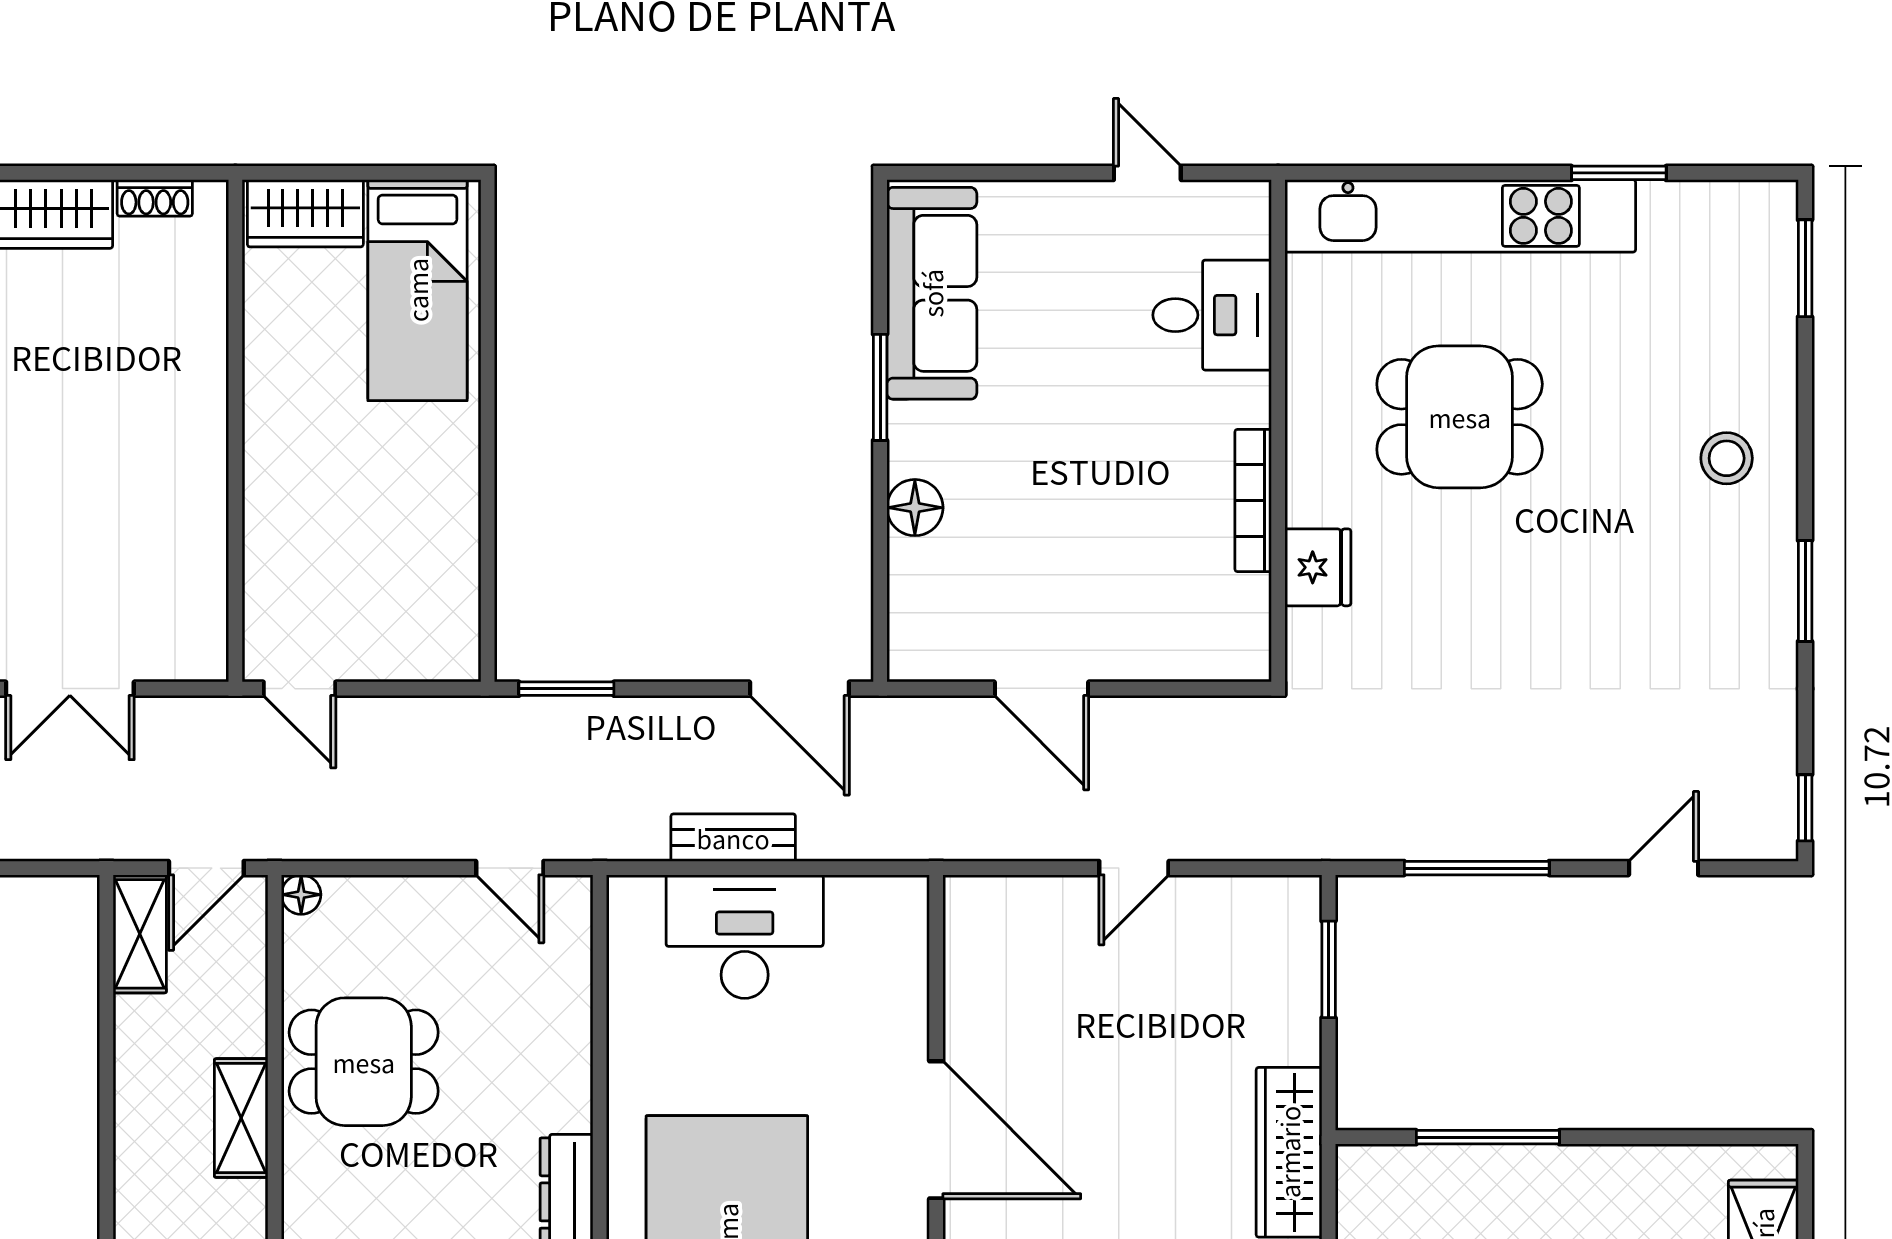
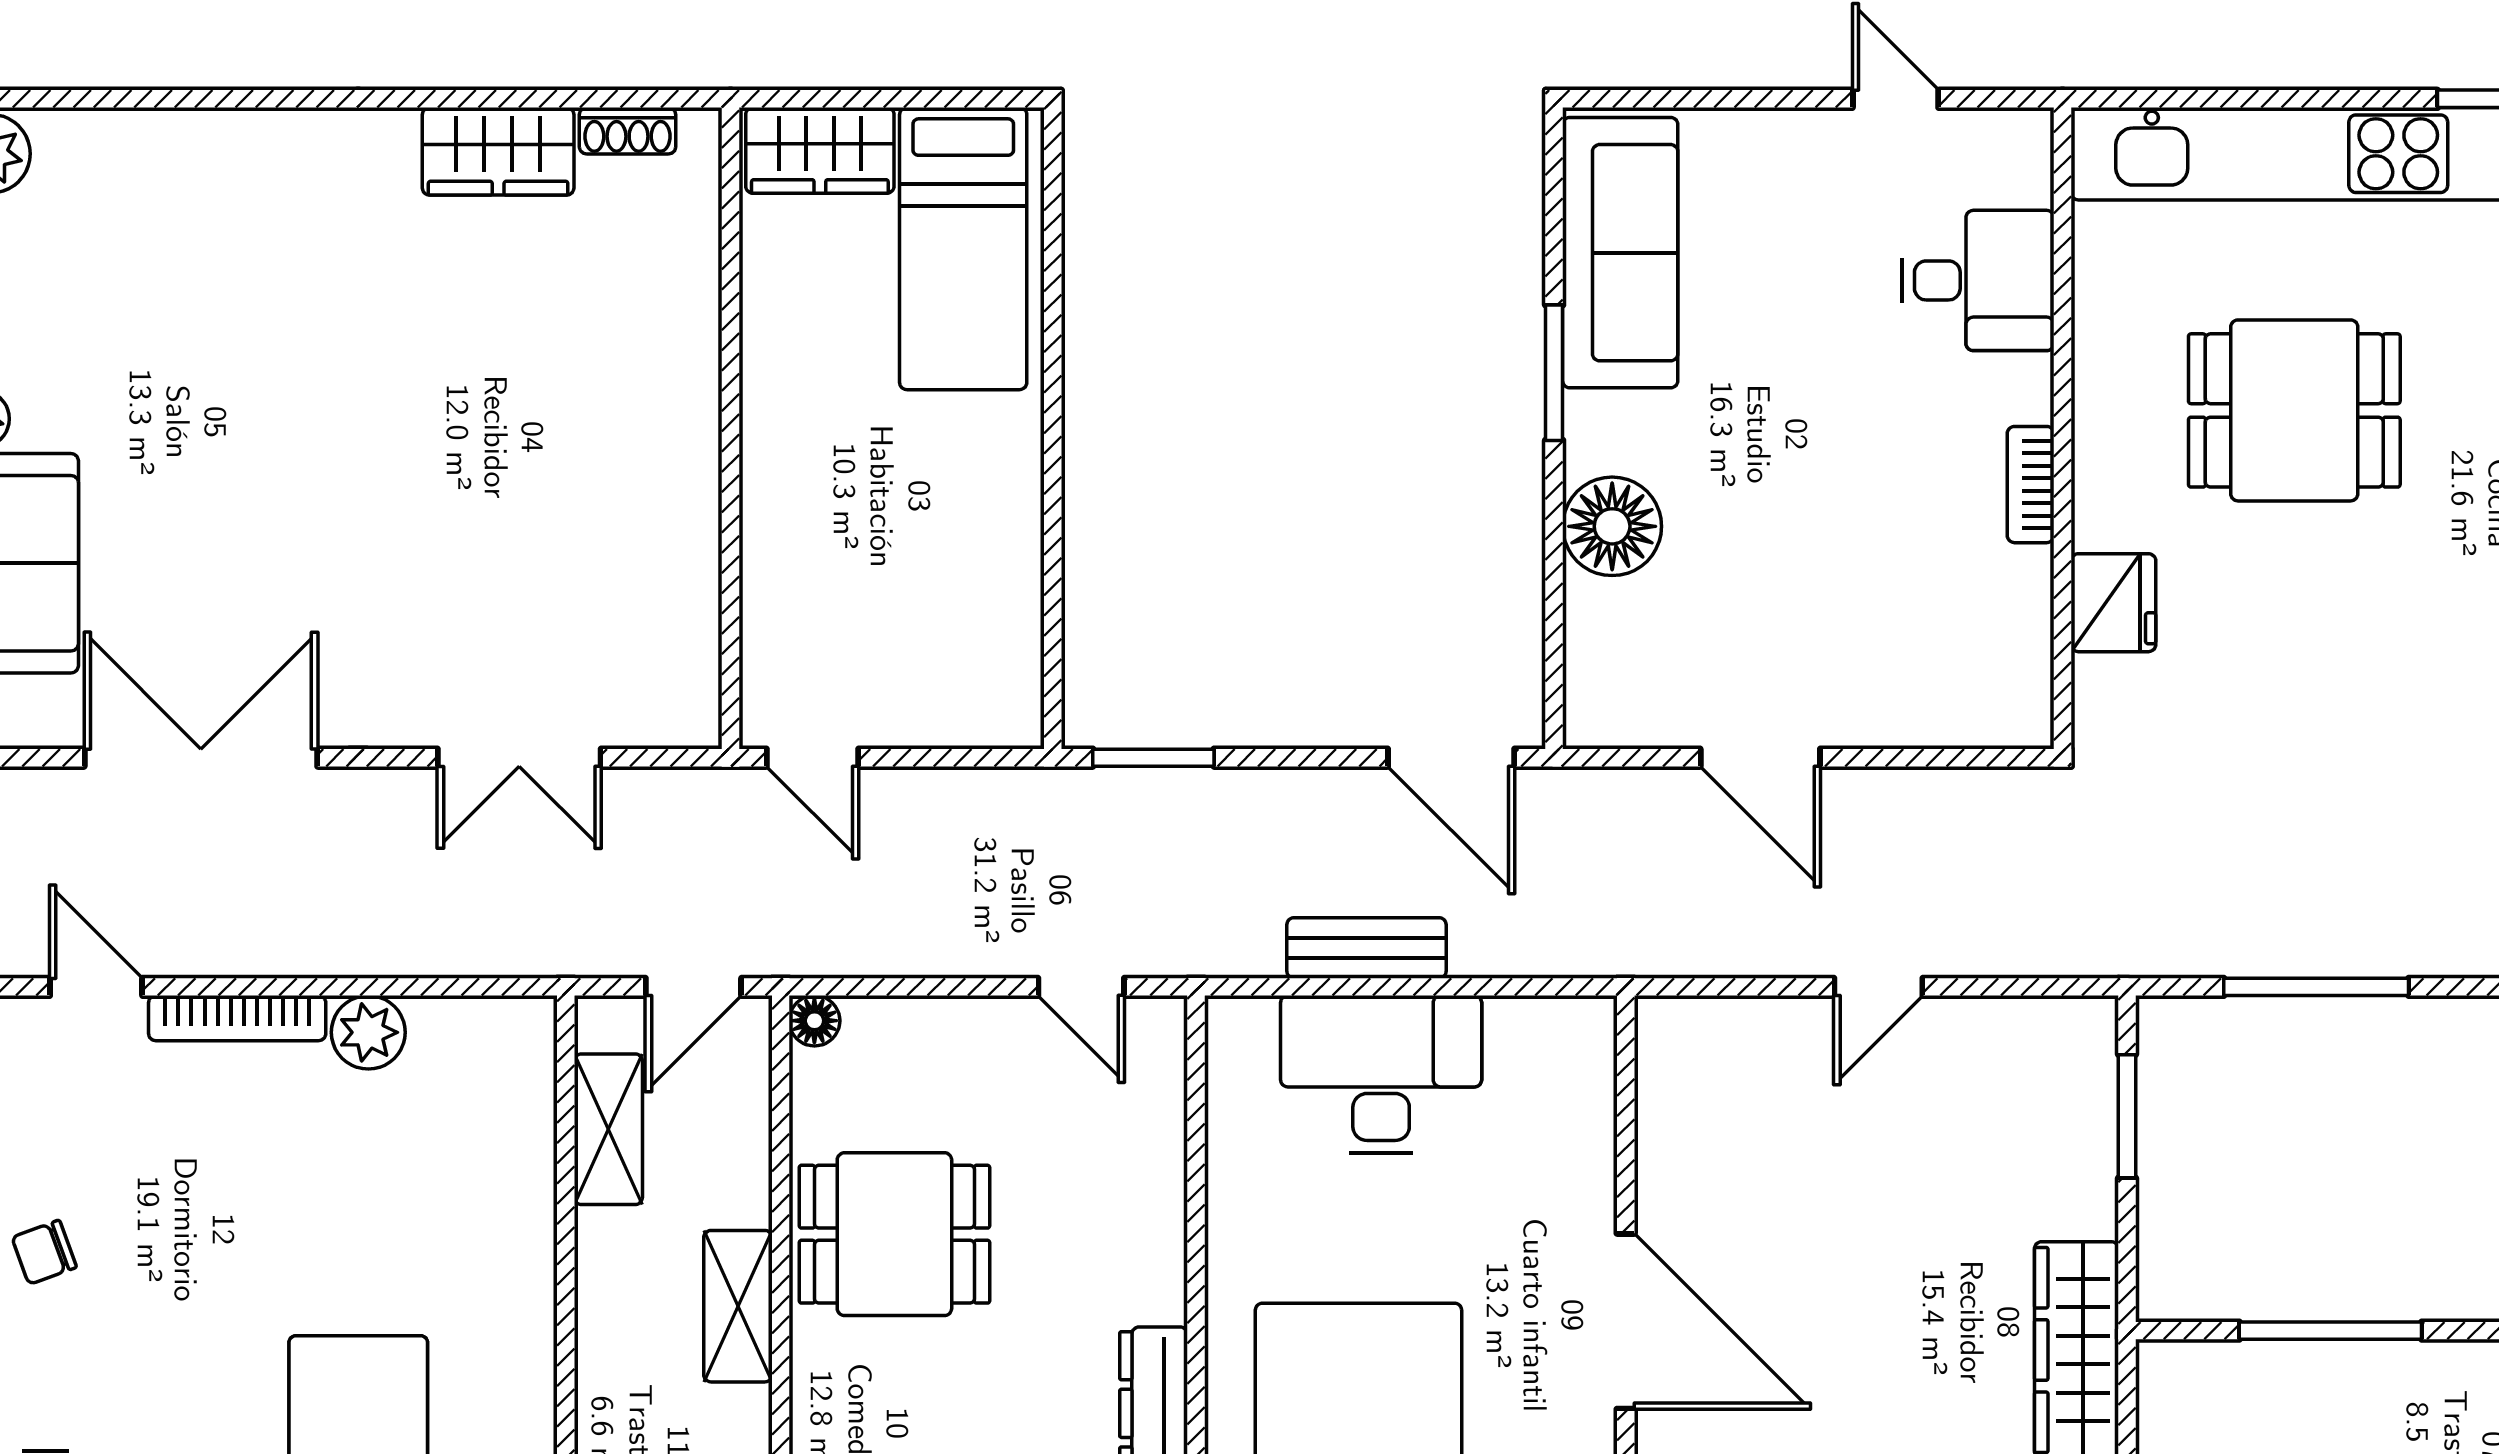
bookcase: (1253, 500) -> (2031, 485), width x0.64
floor lamp: (915, 508) -> (1612, 526), width x1.38, depth x1.38
shelving: (140, 934) -> (608, 1129), moved

